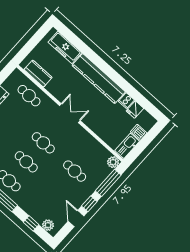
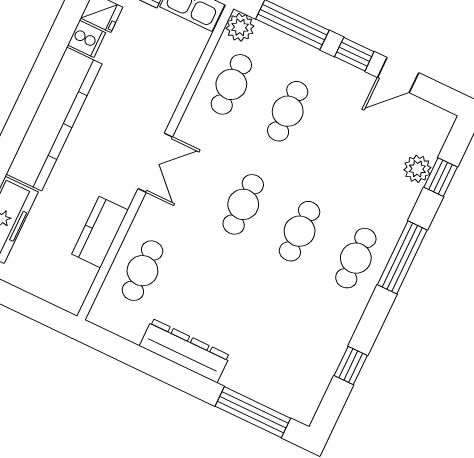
kitchen counter: (38, 74) -> (100, 232), moved
double door: (70, 113) -> (155, 163), swing flipped
cafe table: (92, 152) -> (231, 84), added
plant: (48, 225) -> (417, 169), moved

